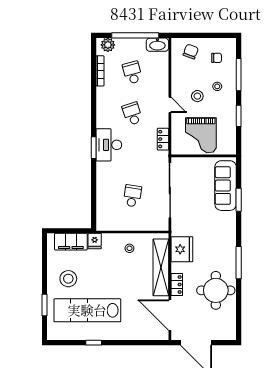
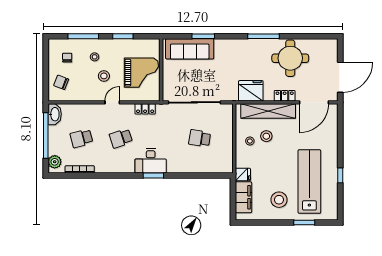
stool: (135, 265) -> (266, 136), added
lab bench: (87, 310) -> (309, 181), turned 180

